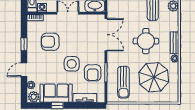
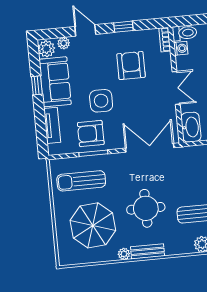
double door: (106, 35) -> (150, 148), swing flipped

